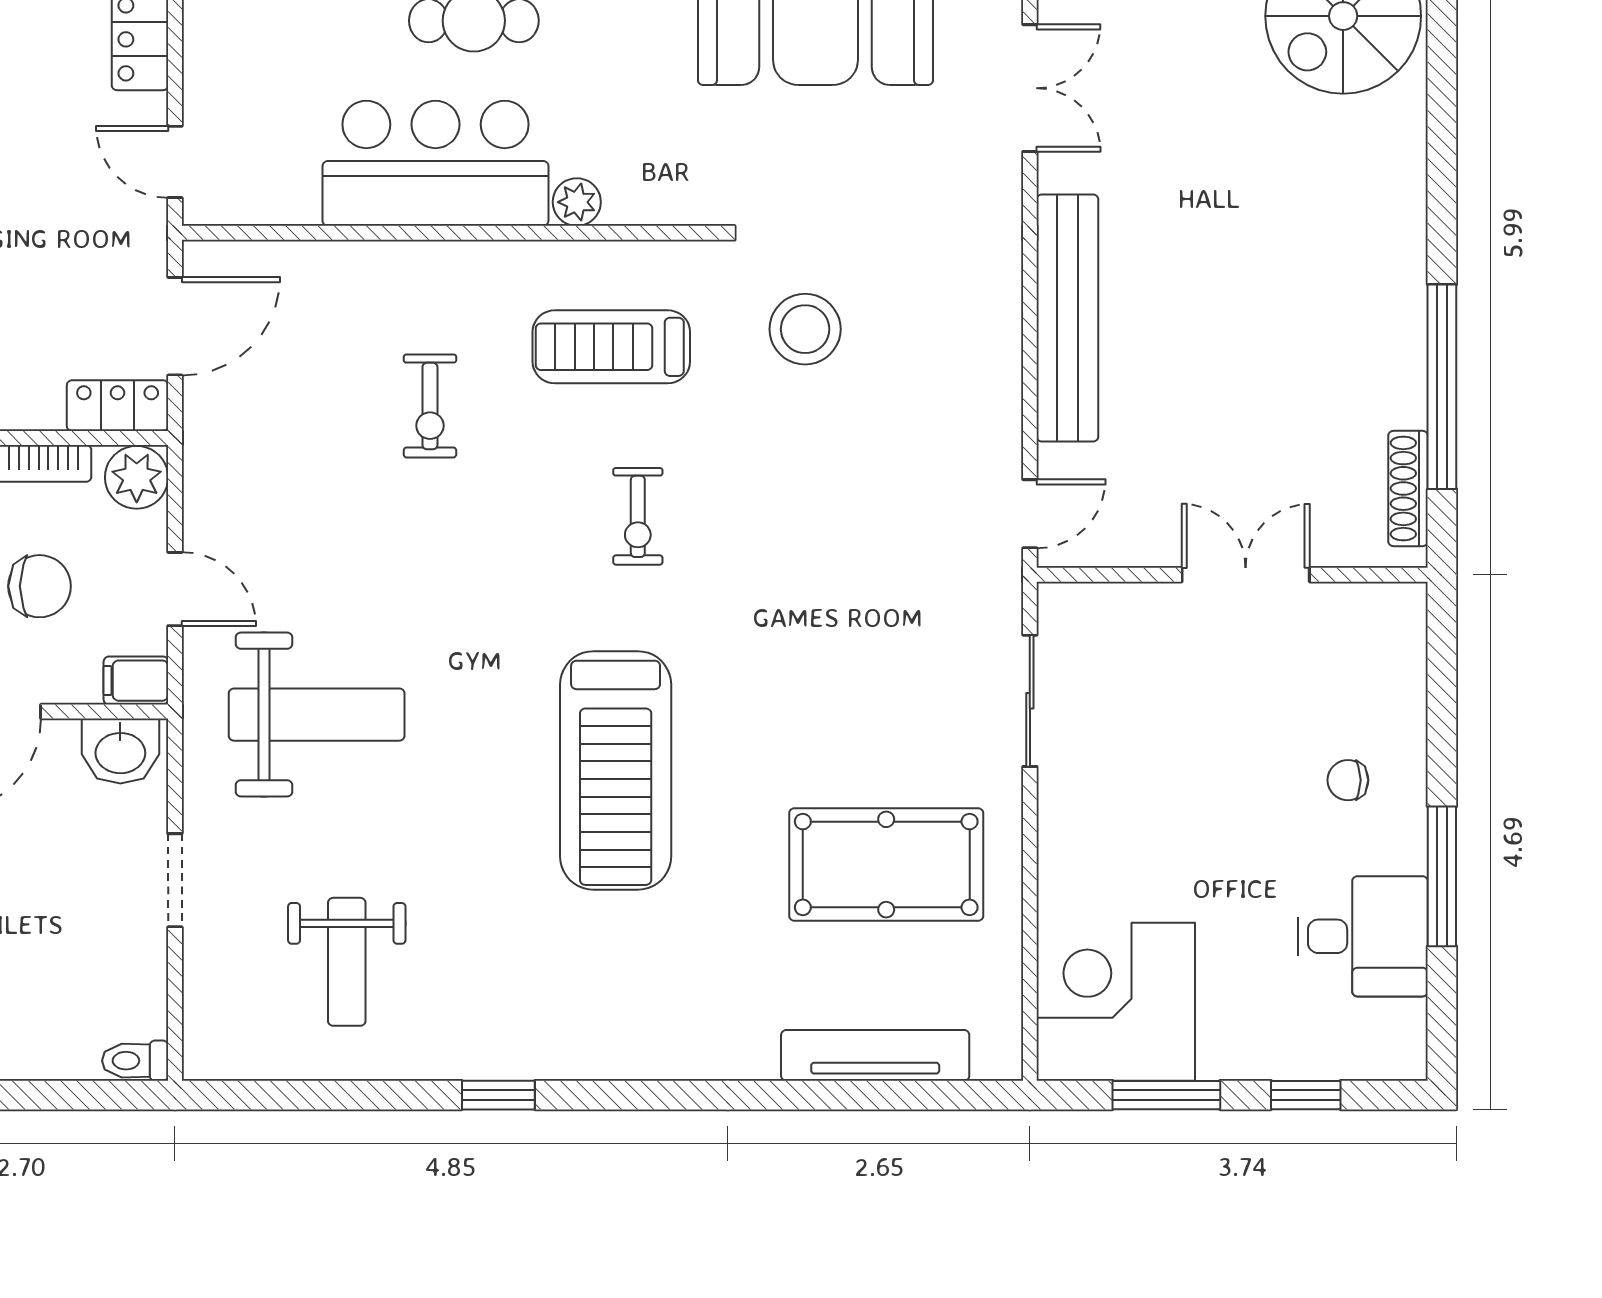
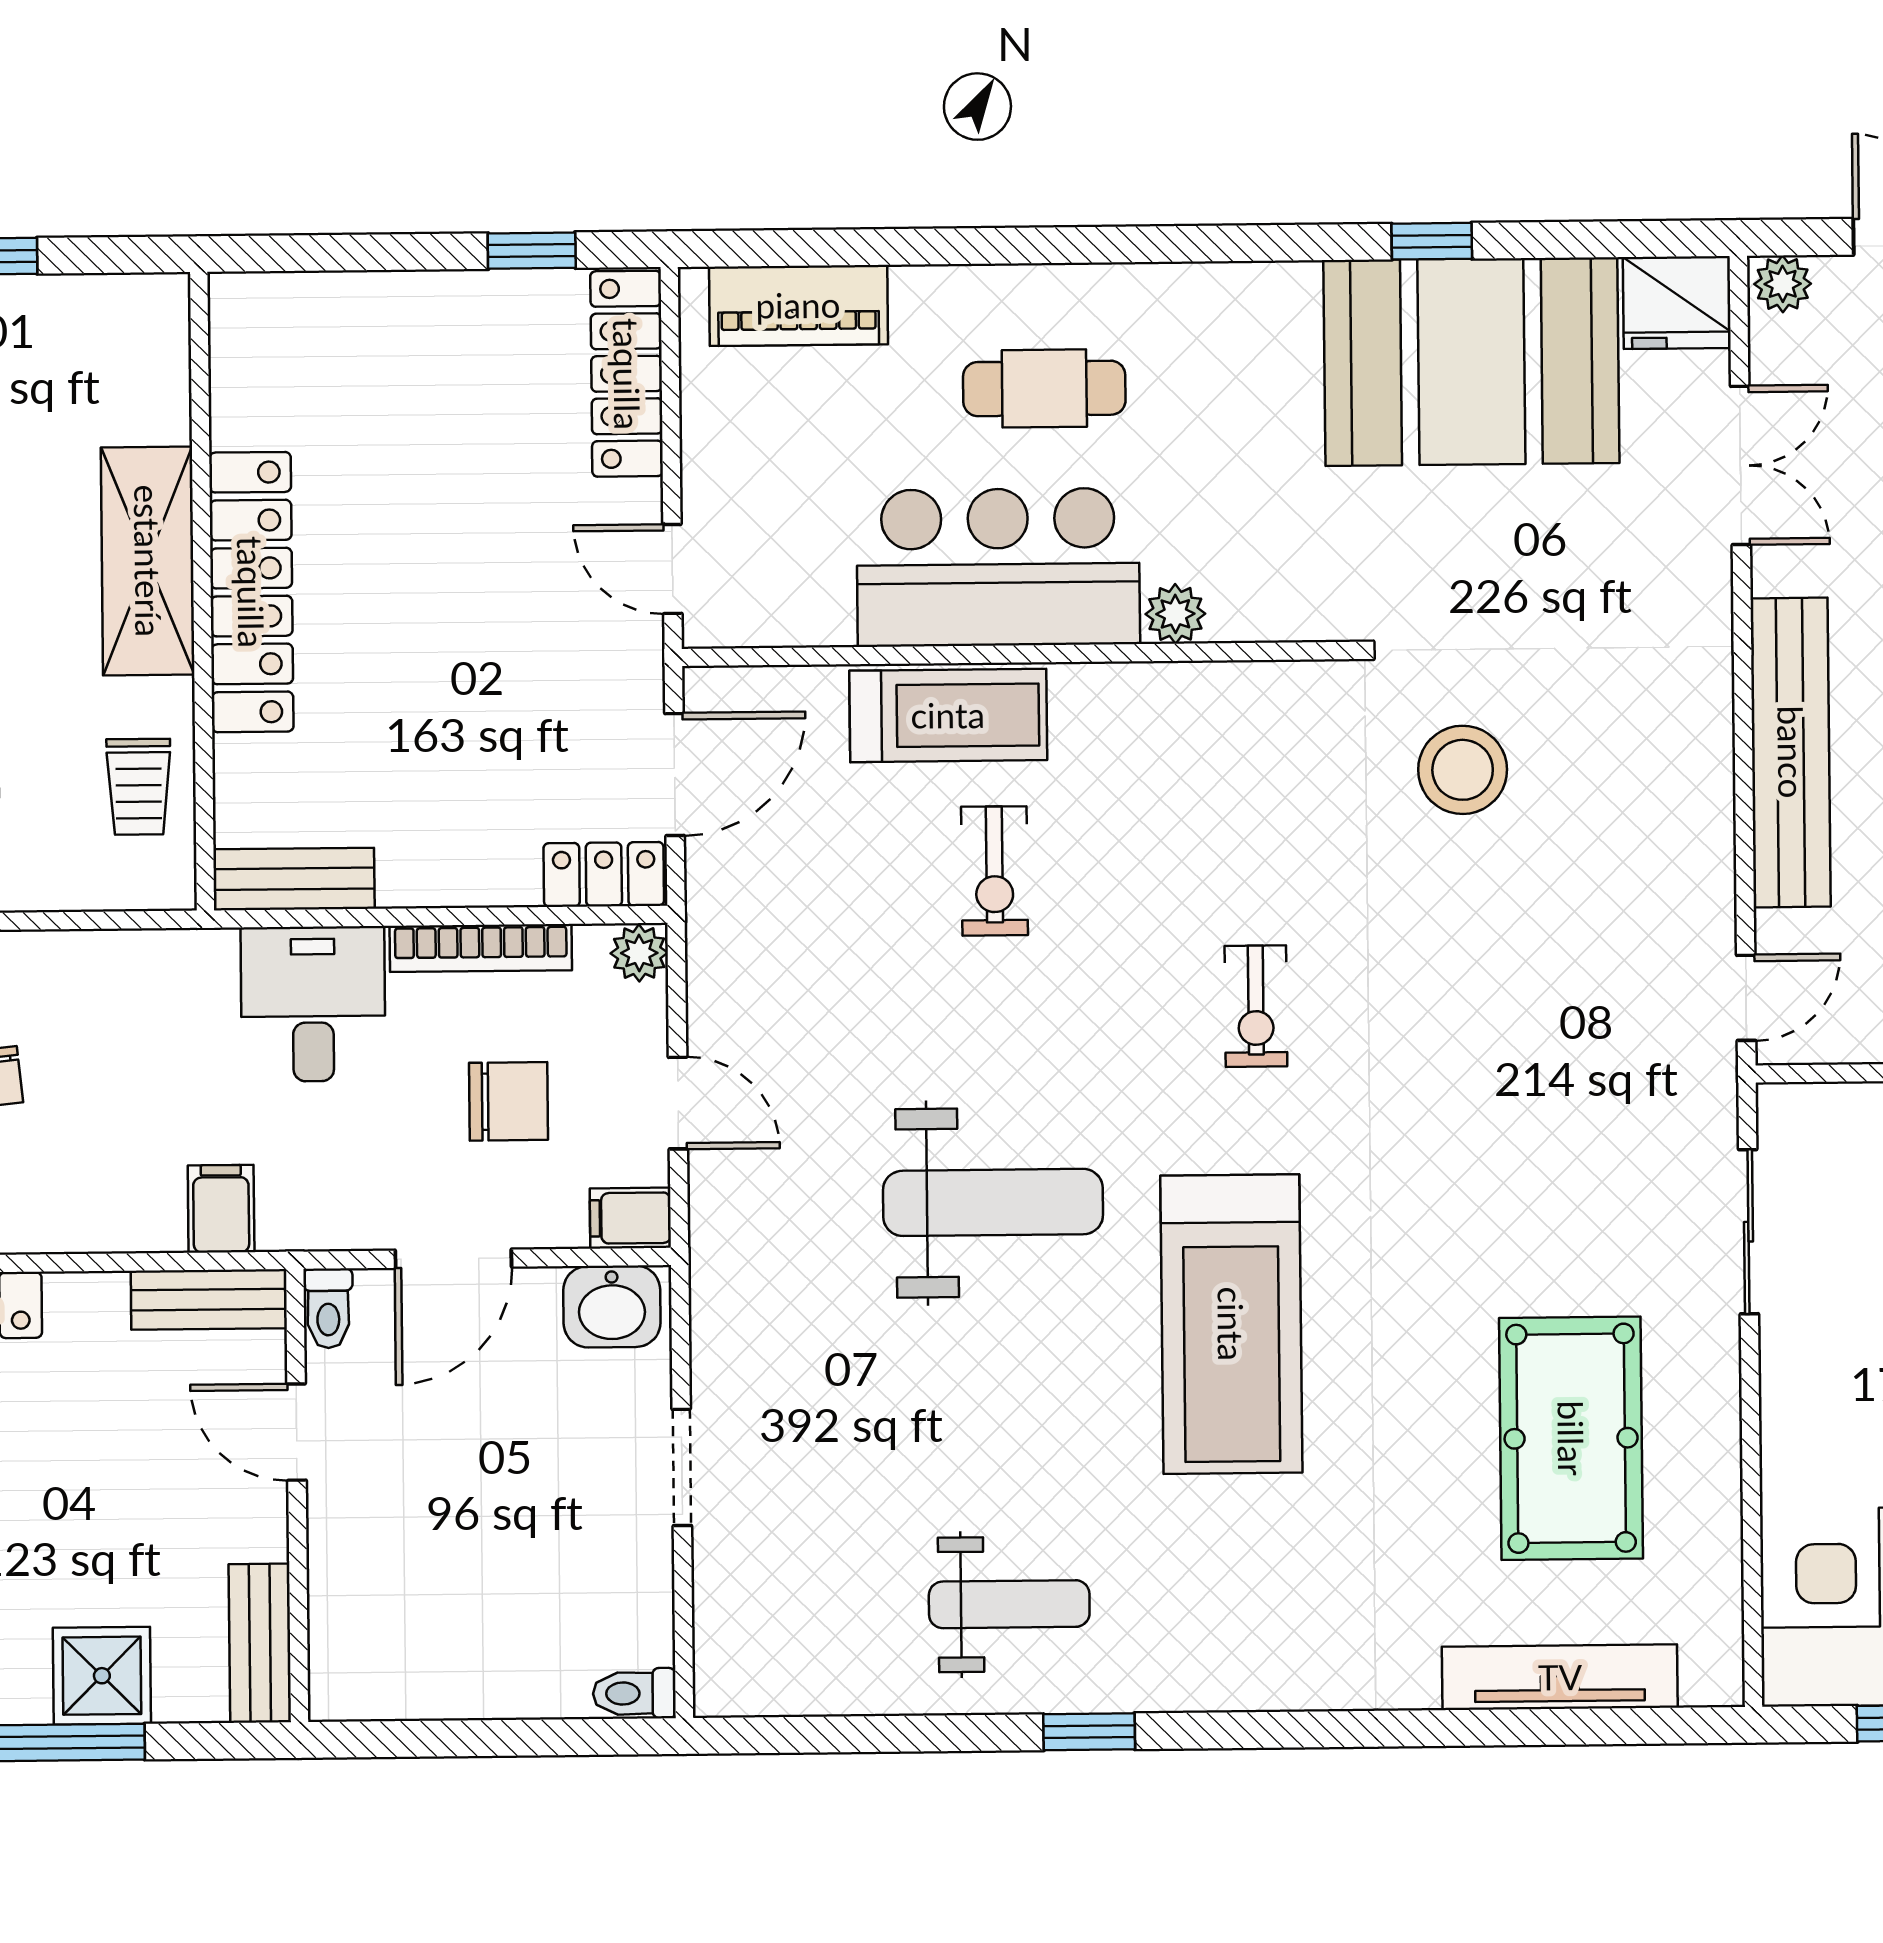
treadmill: (611, 347) -> (948, 715), moved, turned 180
plant: (137, 477) -> (639, 953), width x0.73, depth x0.73
weight bench: (317, 715) -> (993, 1202), moved
pool table: (886, 864) -> (1571, 1438), turned 90
weight bench: (347, 962) -> (1009, 1604), moved, turned -90

